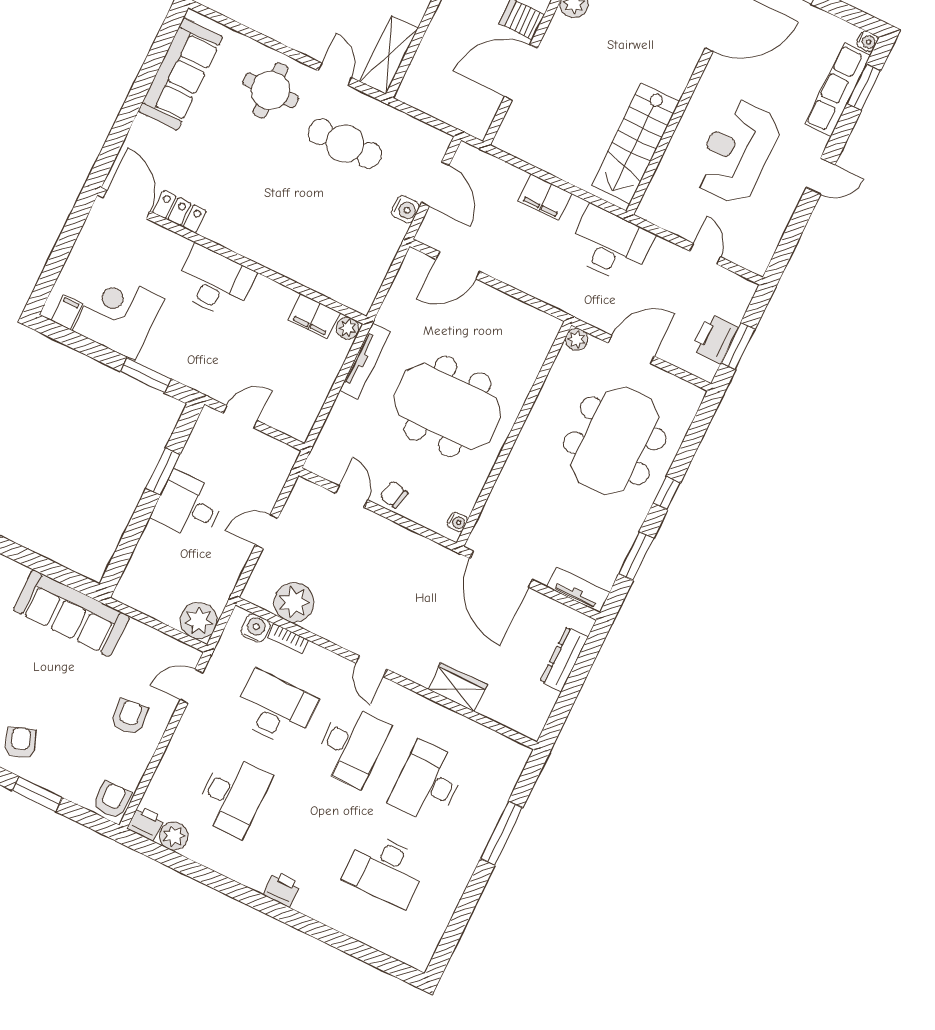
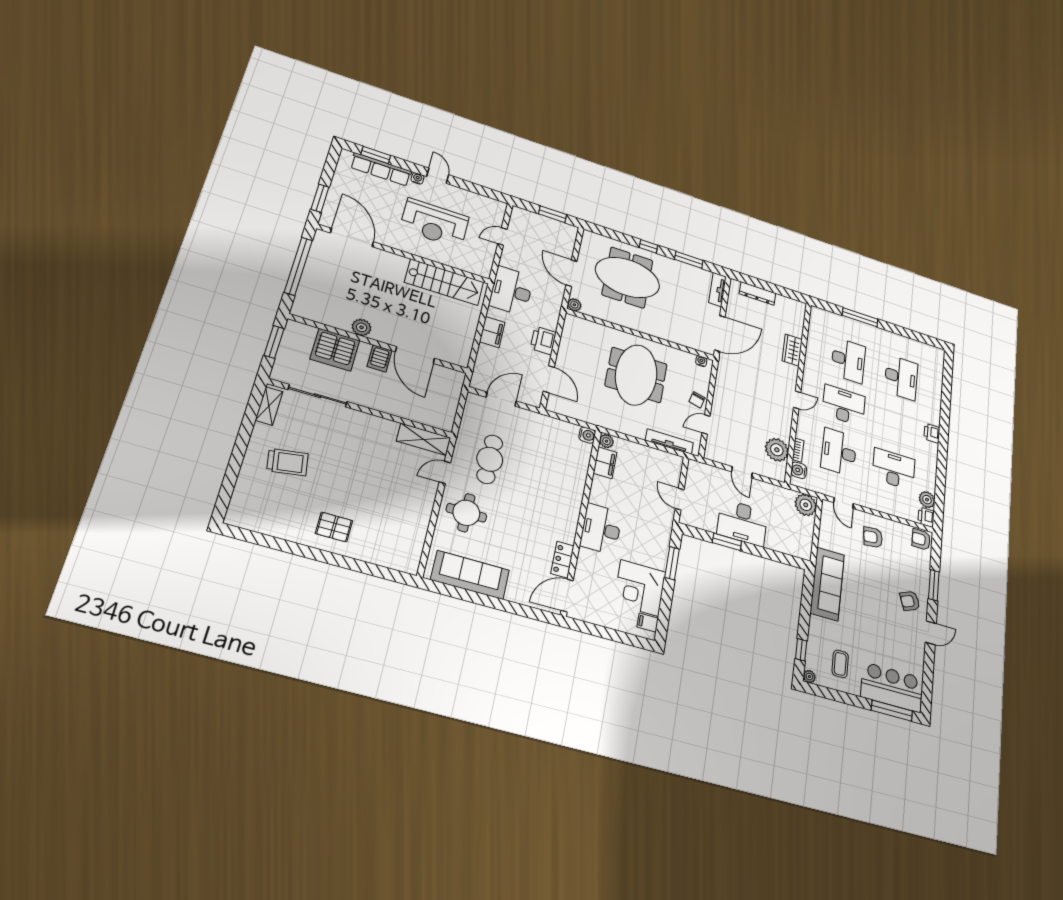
water cooler: (867, 41) -> (417, 178), moved
water cooler: (405, 209) -> (587, 435), moved, turned 90
printer: (714, 339) -> (543, 341), moved, turned 90
tv unit: (365, 361) -> (669, 442), moved
desk: (188, 506) -> (742, 523), width x1.37
desk: (428, 783) -> (848, 360), turned -90

